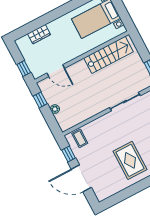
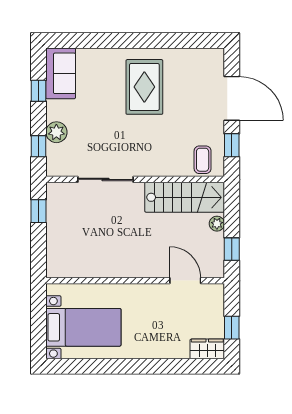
wardrobe: (39, 34) -> (207, 349), moved
stairs: (108, 55) -> (185, 197), moved, turned 180
window: (24, 69) -> (232, 328), moved

